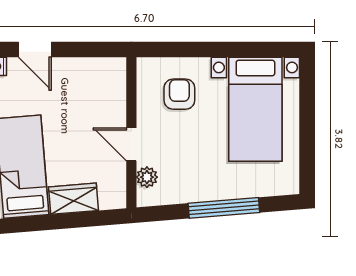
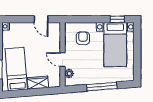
door: (35, 49) -> (41, 19), moved
window: (260, 49) -> (117, 19), added

